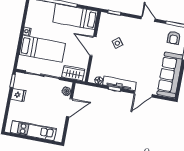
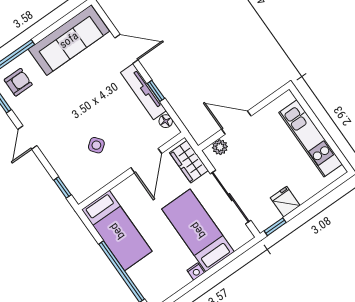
door: (93, 46) -> (146, 161), moved

